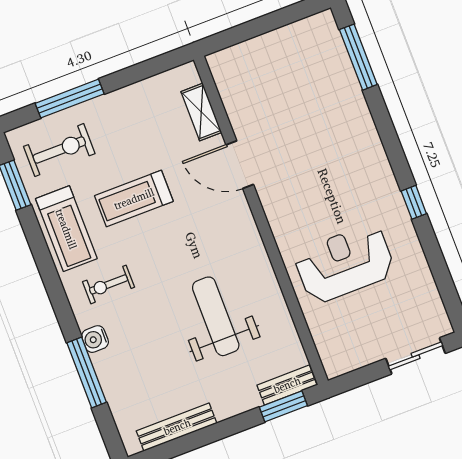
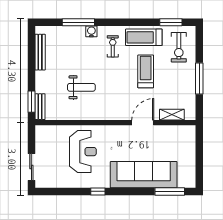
window: (70, 99) -> (199, 78), moved
sofa: (344, 123) -> (144, 175), added
weight bench: (216, 316) -> (81, 87), width x0.73, depth x0.75

